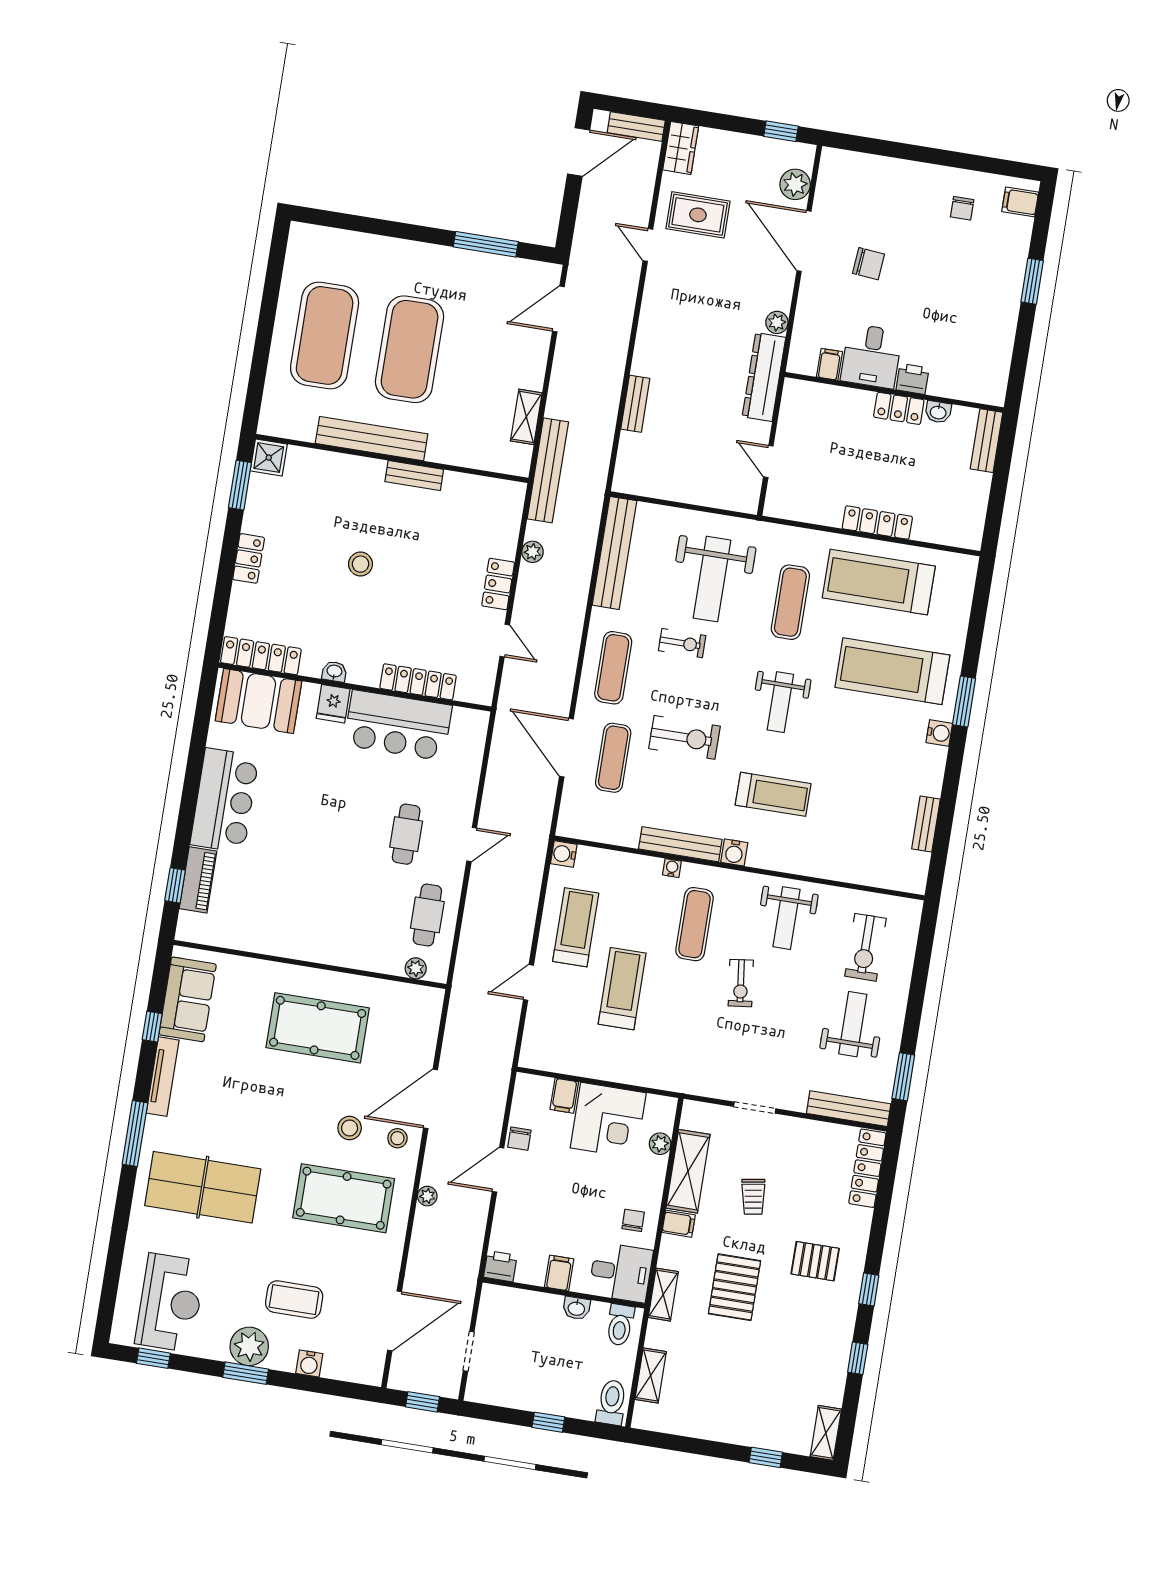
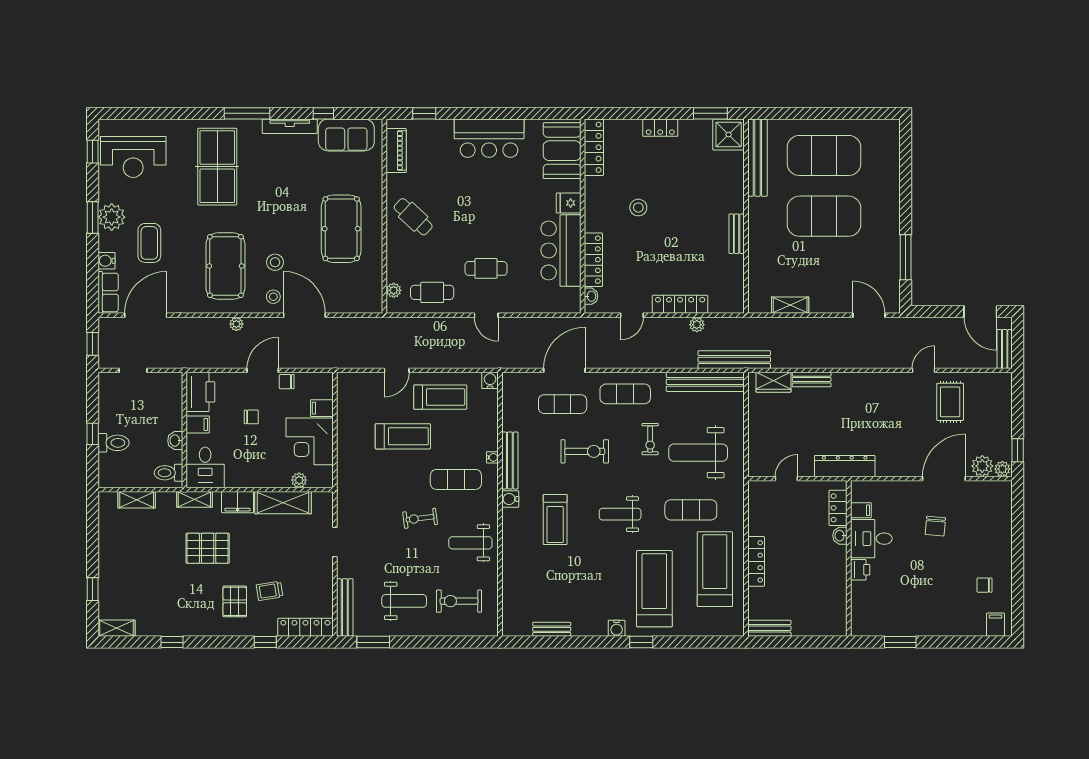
wardrobe: (681, 148) -> (773, 382), moved
window: (1032, 281) -> (900, 642), moved
plant: (777, 322) -> (1002, 469), moved
locker: (899, 408) -> (838, 508), moved
washbasin: (938, 412) -> (840, 536), moved
bench: (372, 439) -> (757, 158), moved
bench: (987, 441) -> (769, 628), moved
shower: (269, 458) -> (729, 135), width x1.36, depth x1.36
bench: (548, 470) -> (734, 360), moved
stool: (361, 564) -> (638, 208), moved
locker: (498, 584) -> (680, 304), width x1.53
washbasin: (334, 672) -> (591, 296), moved
window: (964, 702) -> (641, 642), width x0.67
exercise bike: (684, 737) -> (585, 451), turned -90
piano: (198, 880) -> (396, 151), moved, turned -90
cafe table: (317, 924) -> (413, 217), added
door: (528, 982) -> (397, 370), swing flipped
door: (498, 1170) -> (263, 370), hinge flipped
trolley: (753, 1197) -> (269, 591), moved
chair: (633, 1220) -> (251, 417), moved
filing cabinet: (679, 1224) -> (237, 502), width x2.00
printer: (500, 1266) -> (200, 392), width x1.87, depth x1.48
window: (869, 1290) -> (265, 642), moved
door: (394, 1321) -> (146, 315), swing flipped
row of seats: (354, 1368) -> (108, 292), added
toilet: (611, 1402) -> (113, 443), moved

